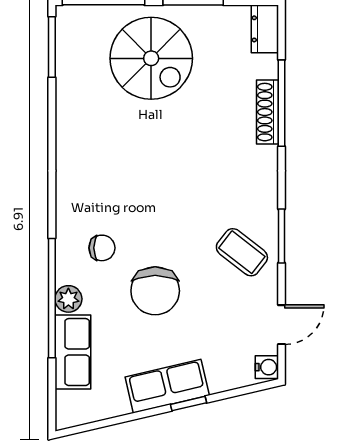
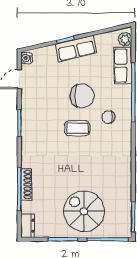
coffee table: (242, 252) -> (77, 128), moved, turned -38
chair: (155, 291) -> (82, 96), turned 90
plant: (68, 299) -> (125, 39), moved

